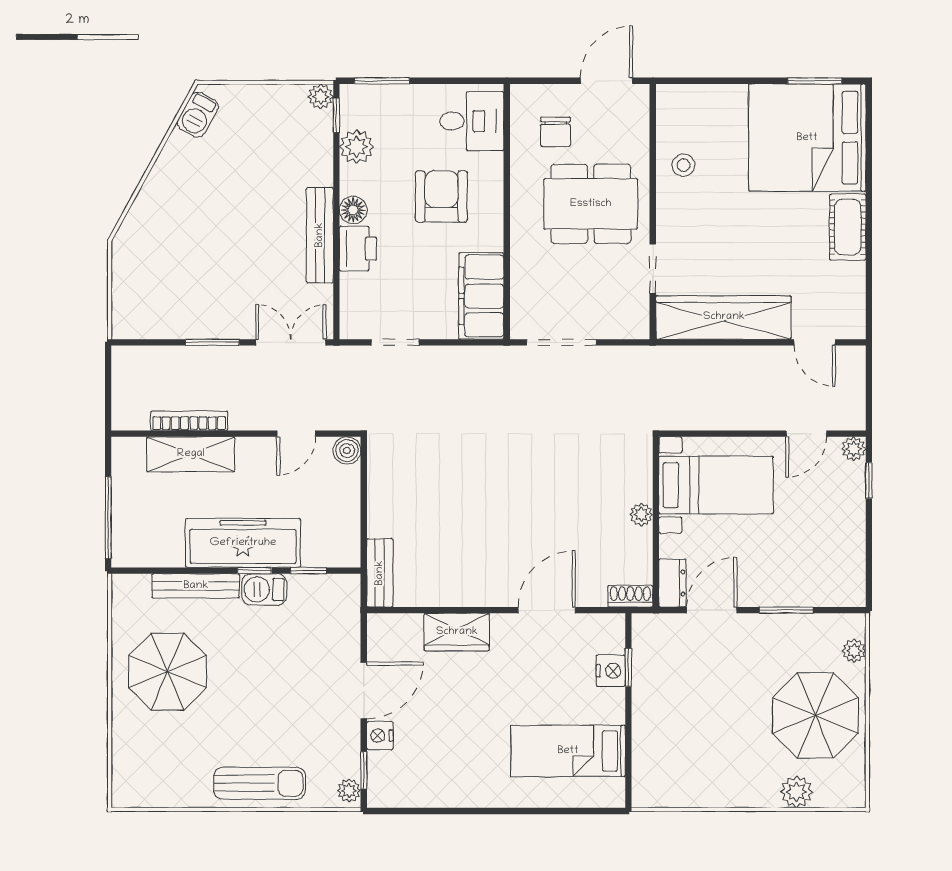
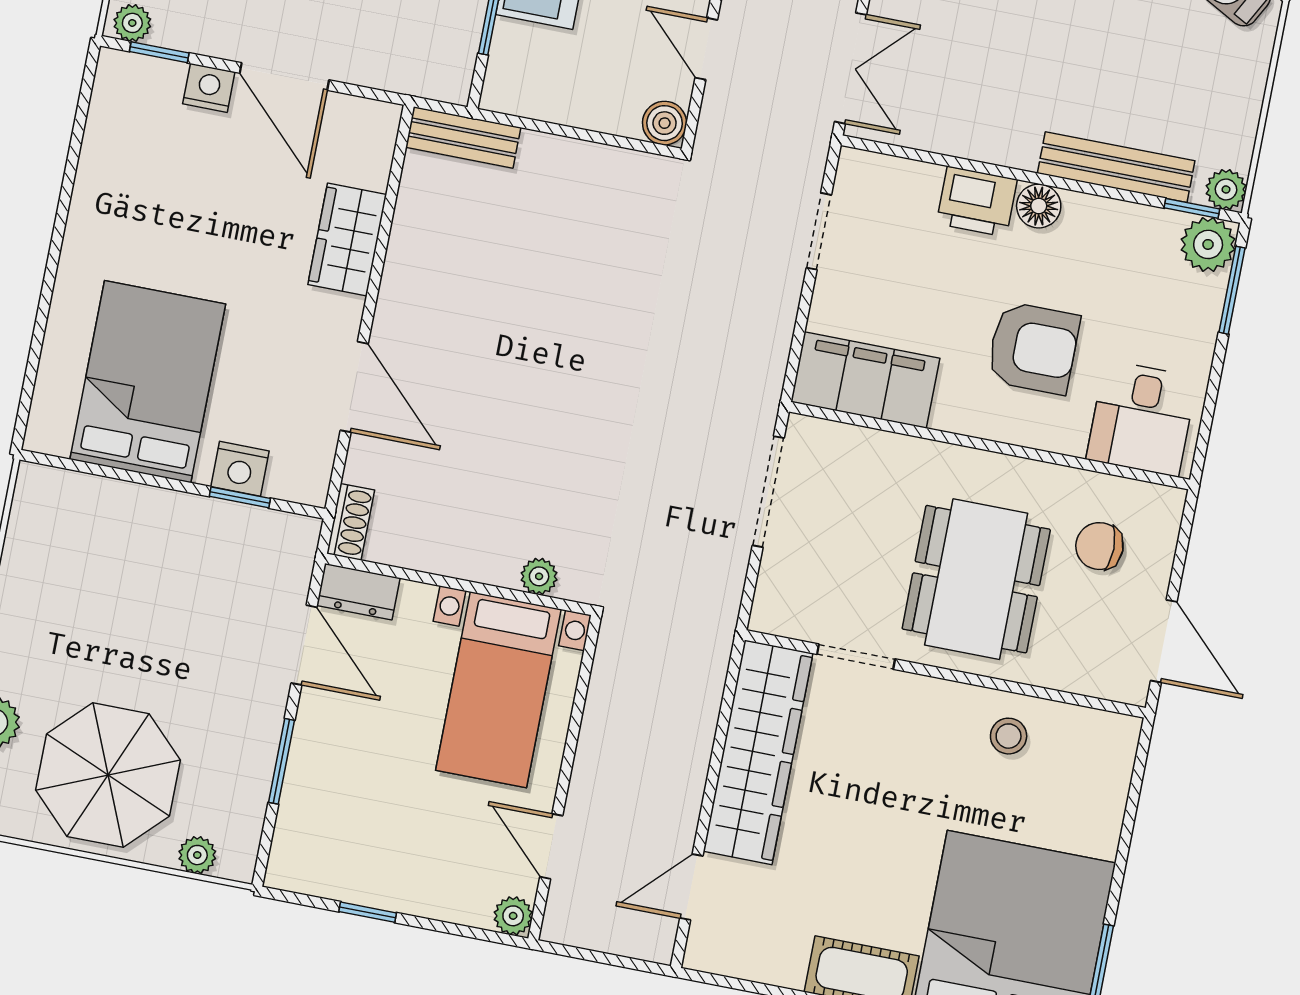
plant: (357, 147) -> (1208, 244), moved
bench: (320, 235) -> (1116, 167), moved
window: (869, 480) -> (368, 912), moved
plant: (641, 514) -> (539, 576), moved
bed: (568, 751) -> (148, 382), width x1.50

